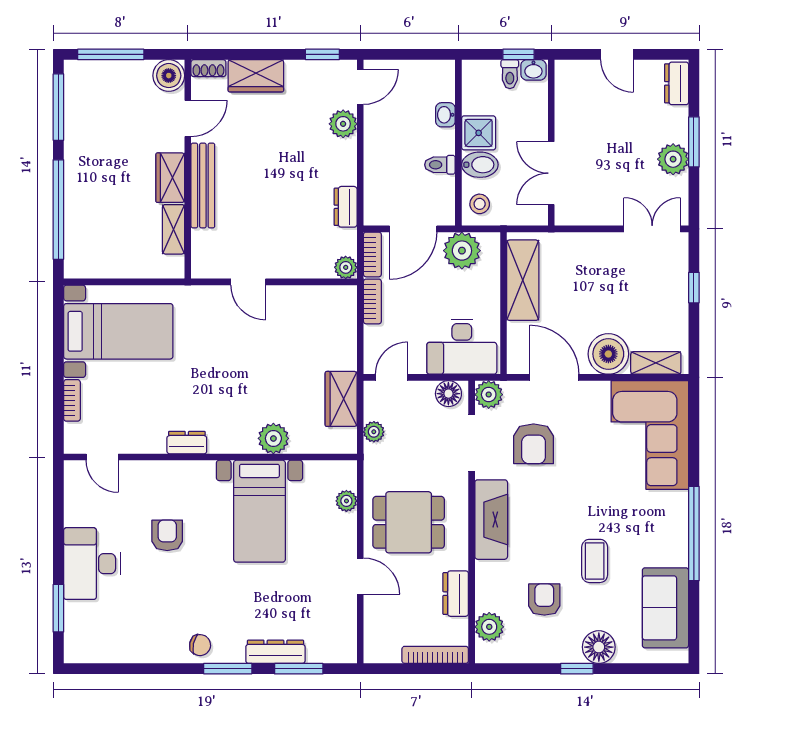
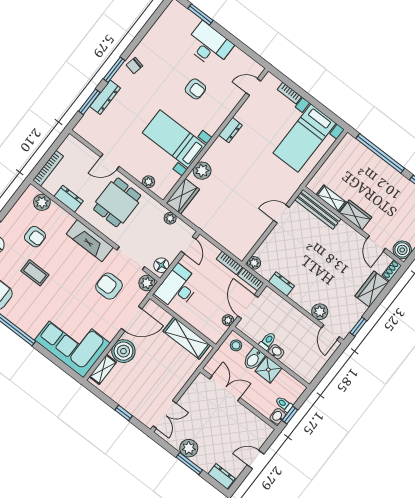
washbasin: (445, 115) -> (276, 352), moved
bench: (203, 186) -> (318, 209), moved
plant: (462, 251) -> (228, 320), width x0.53, depth x0.53
wardrobe: (341, 399) -> (183, 196), moved, turned 90

